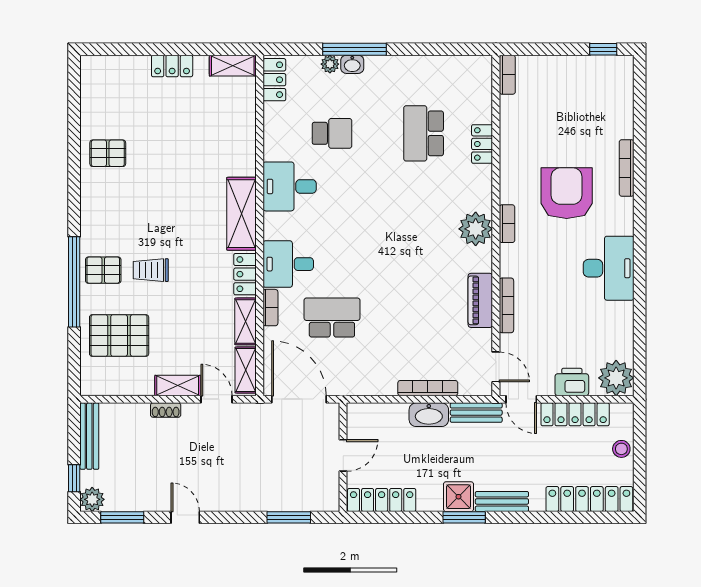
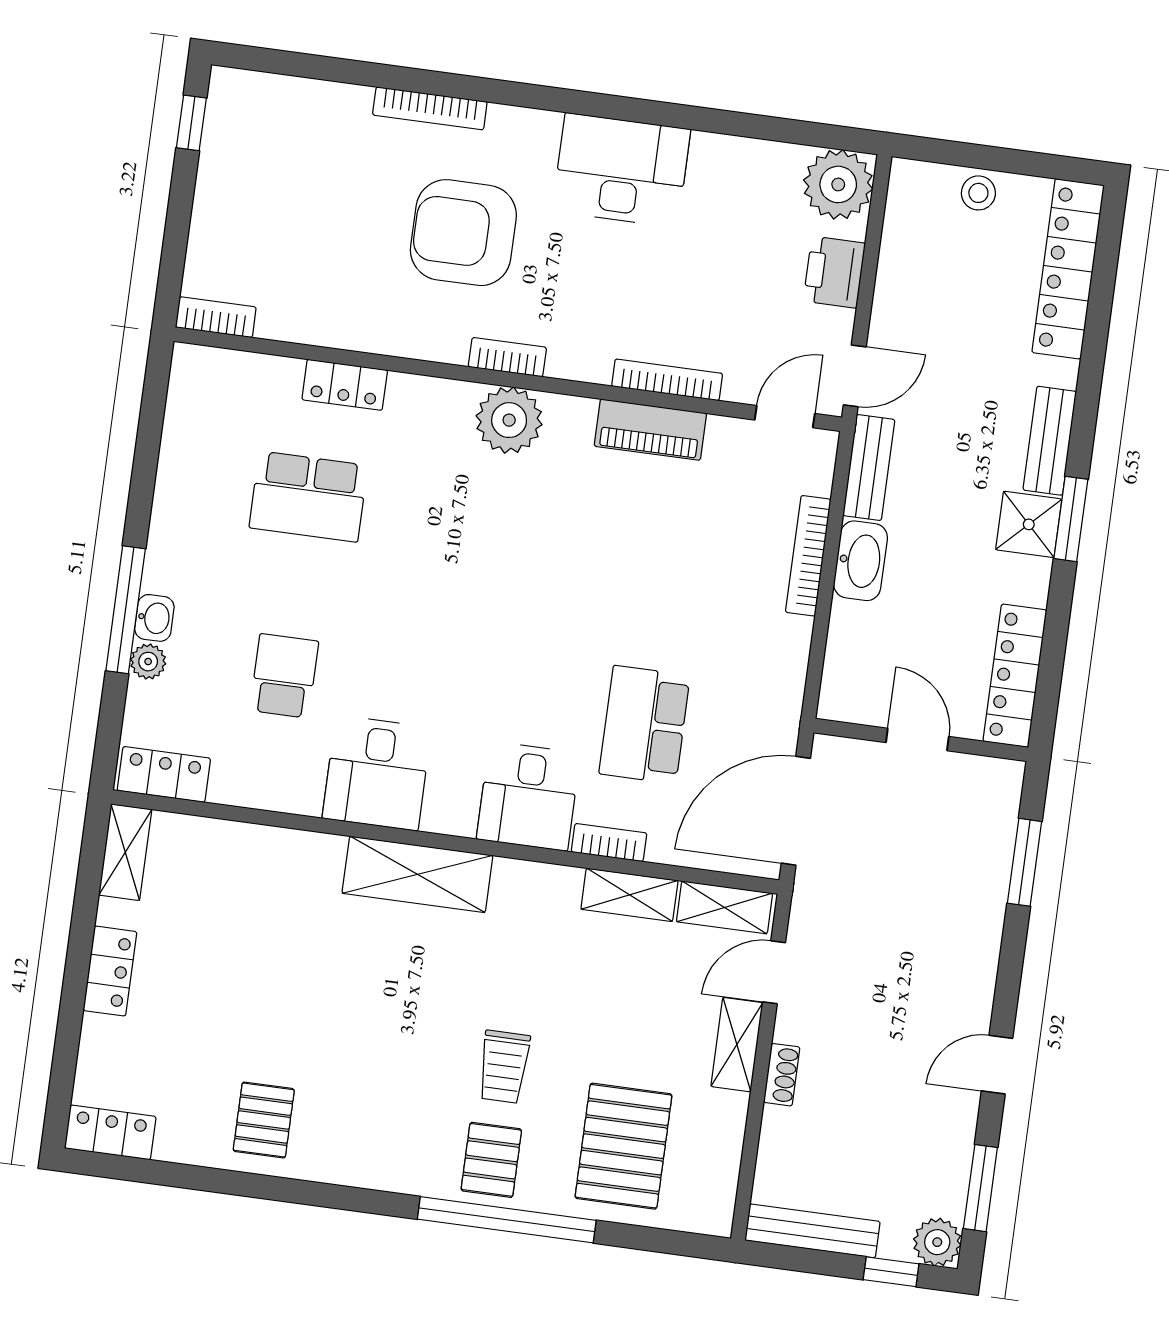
locker: (245, 274) -> (110, 1132), moved, turned 180
locker: (575, 414) -> (898, 274), removed

